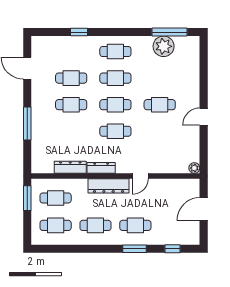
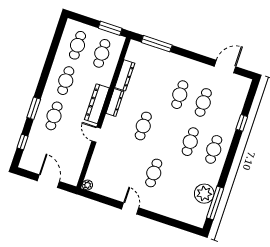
cafe table: (115, 105) -> (167, 134), removed
window: (27, 123) -> (157, 44), moved

